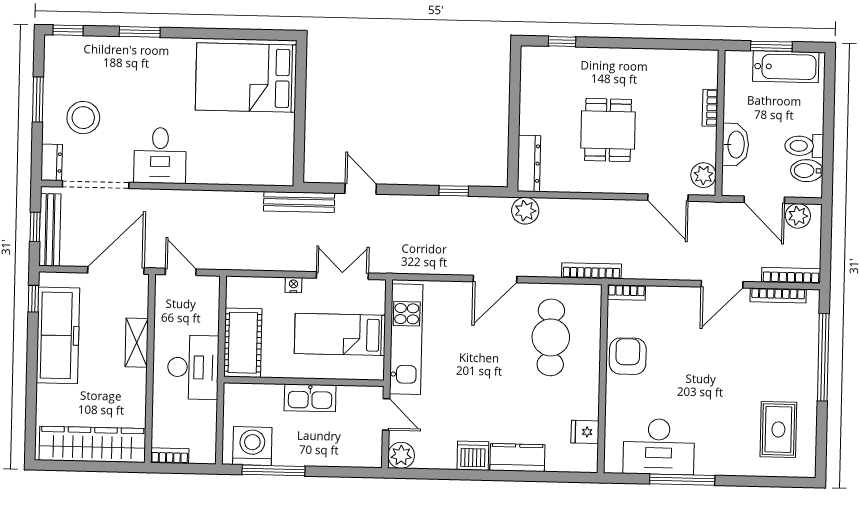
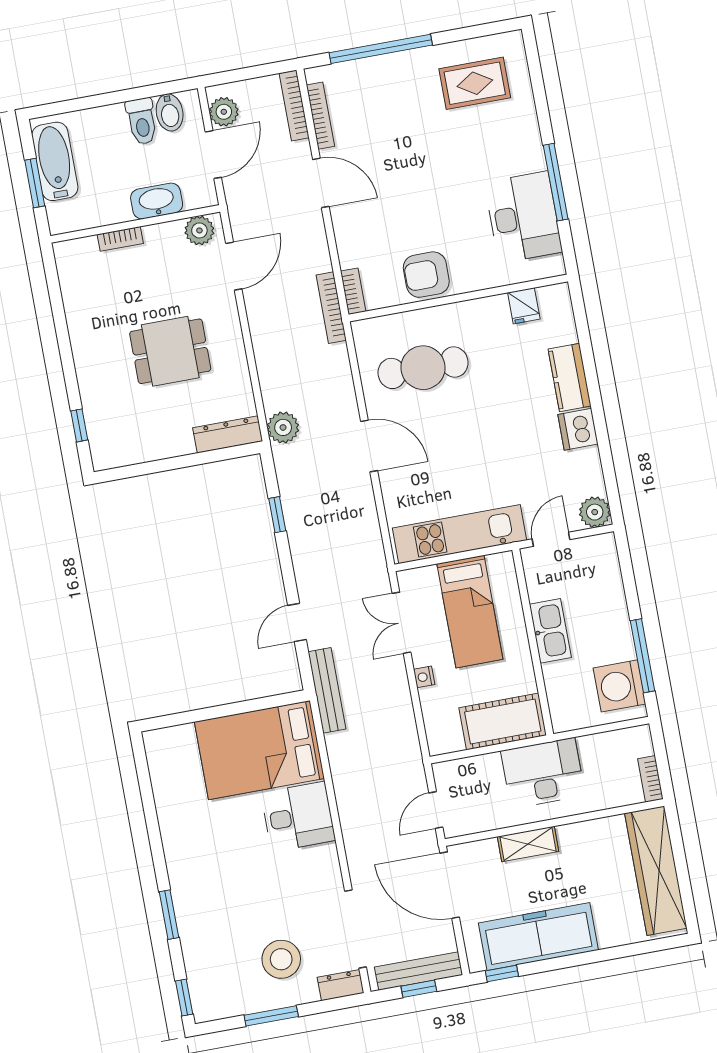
bed: (246, 78) -> (259, 750), moved, turned 90
desk: (160, 155) -> (298, 817), moved
bookcase: (591, 271) -> (331, 308), moved

